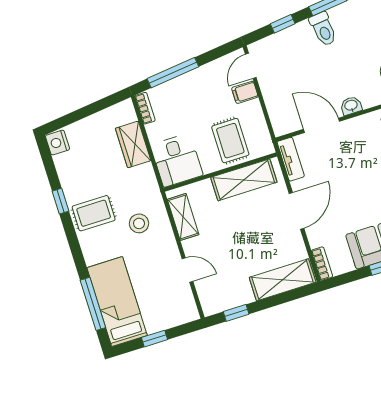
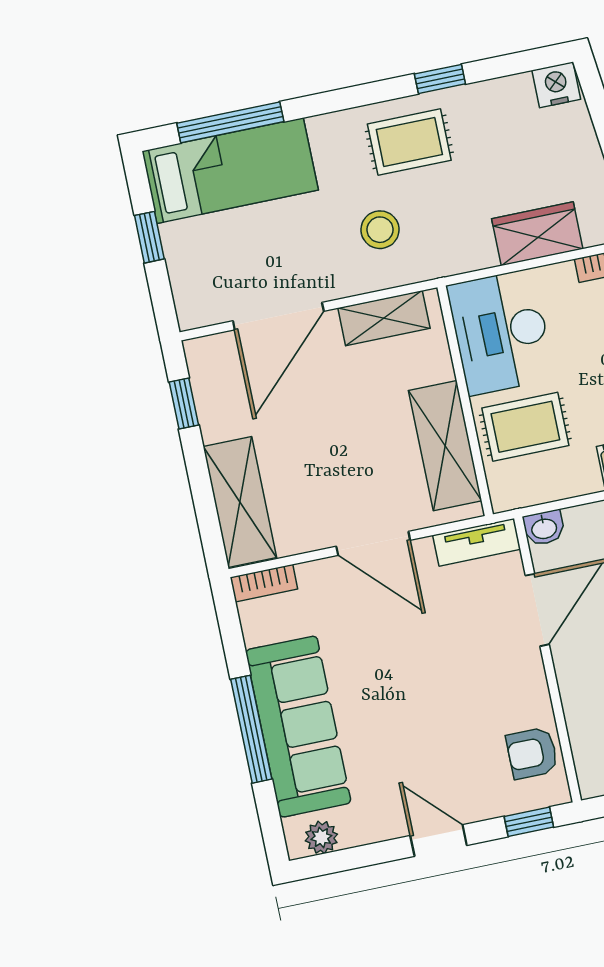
washbasin: (351, 106) -> (544, 528), moved, turned 90
desk: (177, 160) -> (501, 332), width x1.37
rug: (94, 213) -> (409, 142), turned 90
door: (187, 270) -> (278, 316), width x1.88

